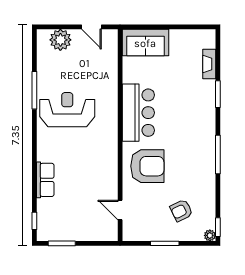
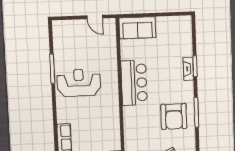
plant: (60, 40) -> (71, 28), removed
fireplace: (209, 64) -> (188, 69), moved
armchair: (147, 166) -> (174, 117), moved, turned 90

